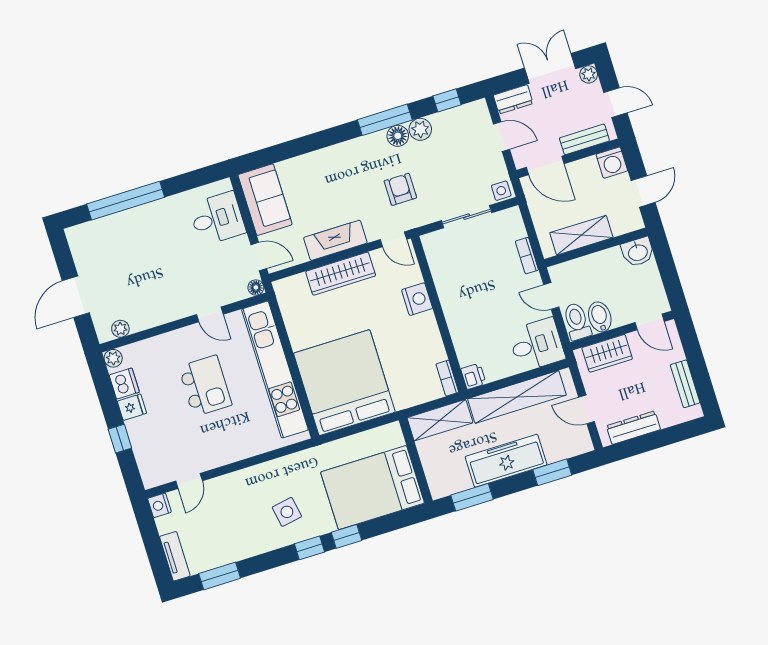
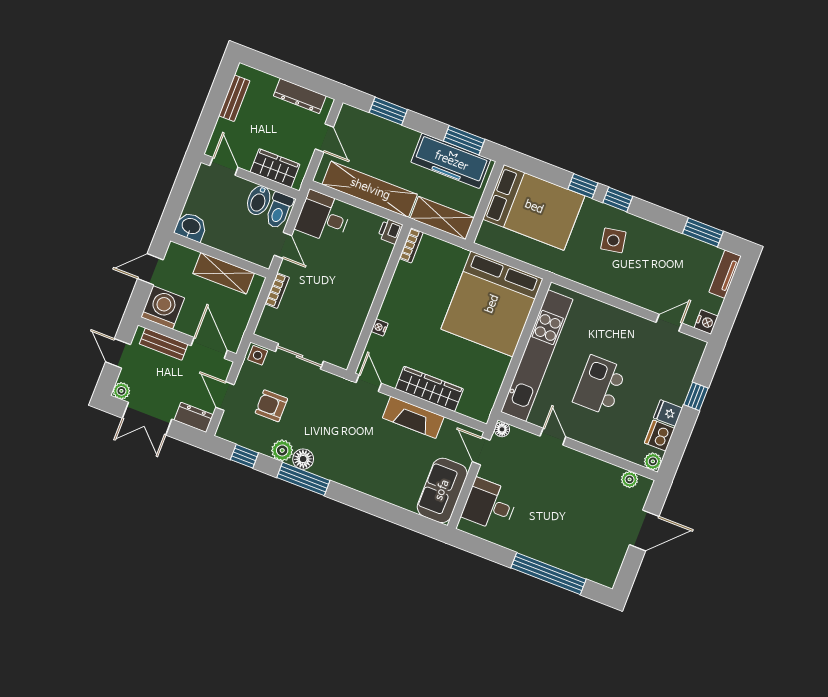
washing machine: (612, 163) -> (163, 307), width x1.37, depth x1.37
armchair: (400, 189) -> (271, 406), moved, turned 90
nightstand: (417, 299) -> (380, 327), width x0.53, depth x0.56
freezer: (506, 461) -> (451, 161), moved

